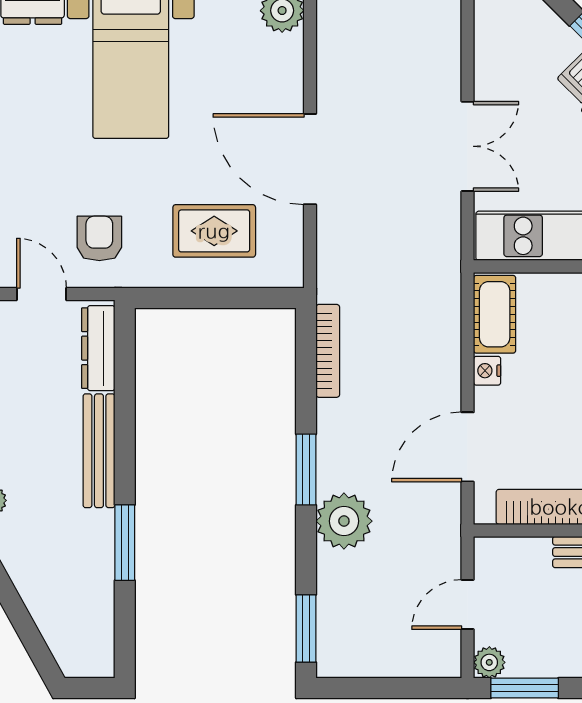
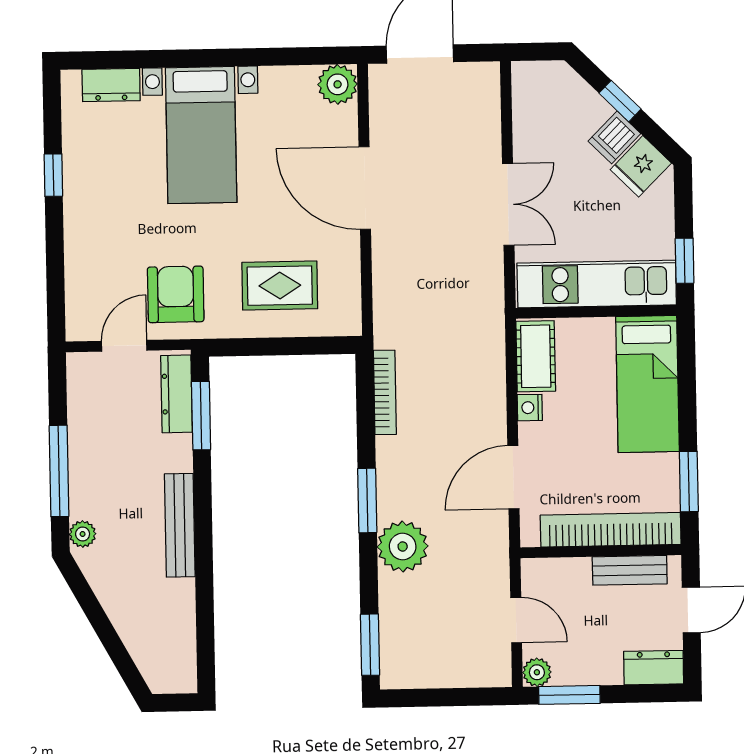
door: (310, 159) -> (365, 188), moved
armchair: (99, 238) -> (176, 294), width x1.38, depth x1.38
door: (42, 294) -> (124, 346), hinge flipped
bench: (99, 451) -> (180, 525), moved
window: (125, 543) -> (201, 416), moved
door: (468, 605) -> (516, 620), swing flipped

